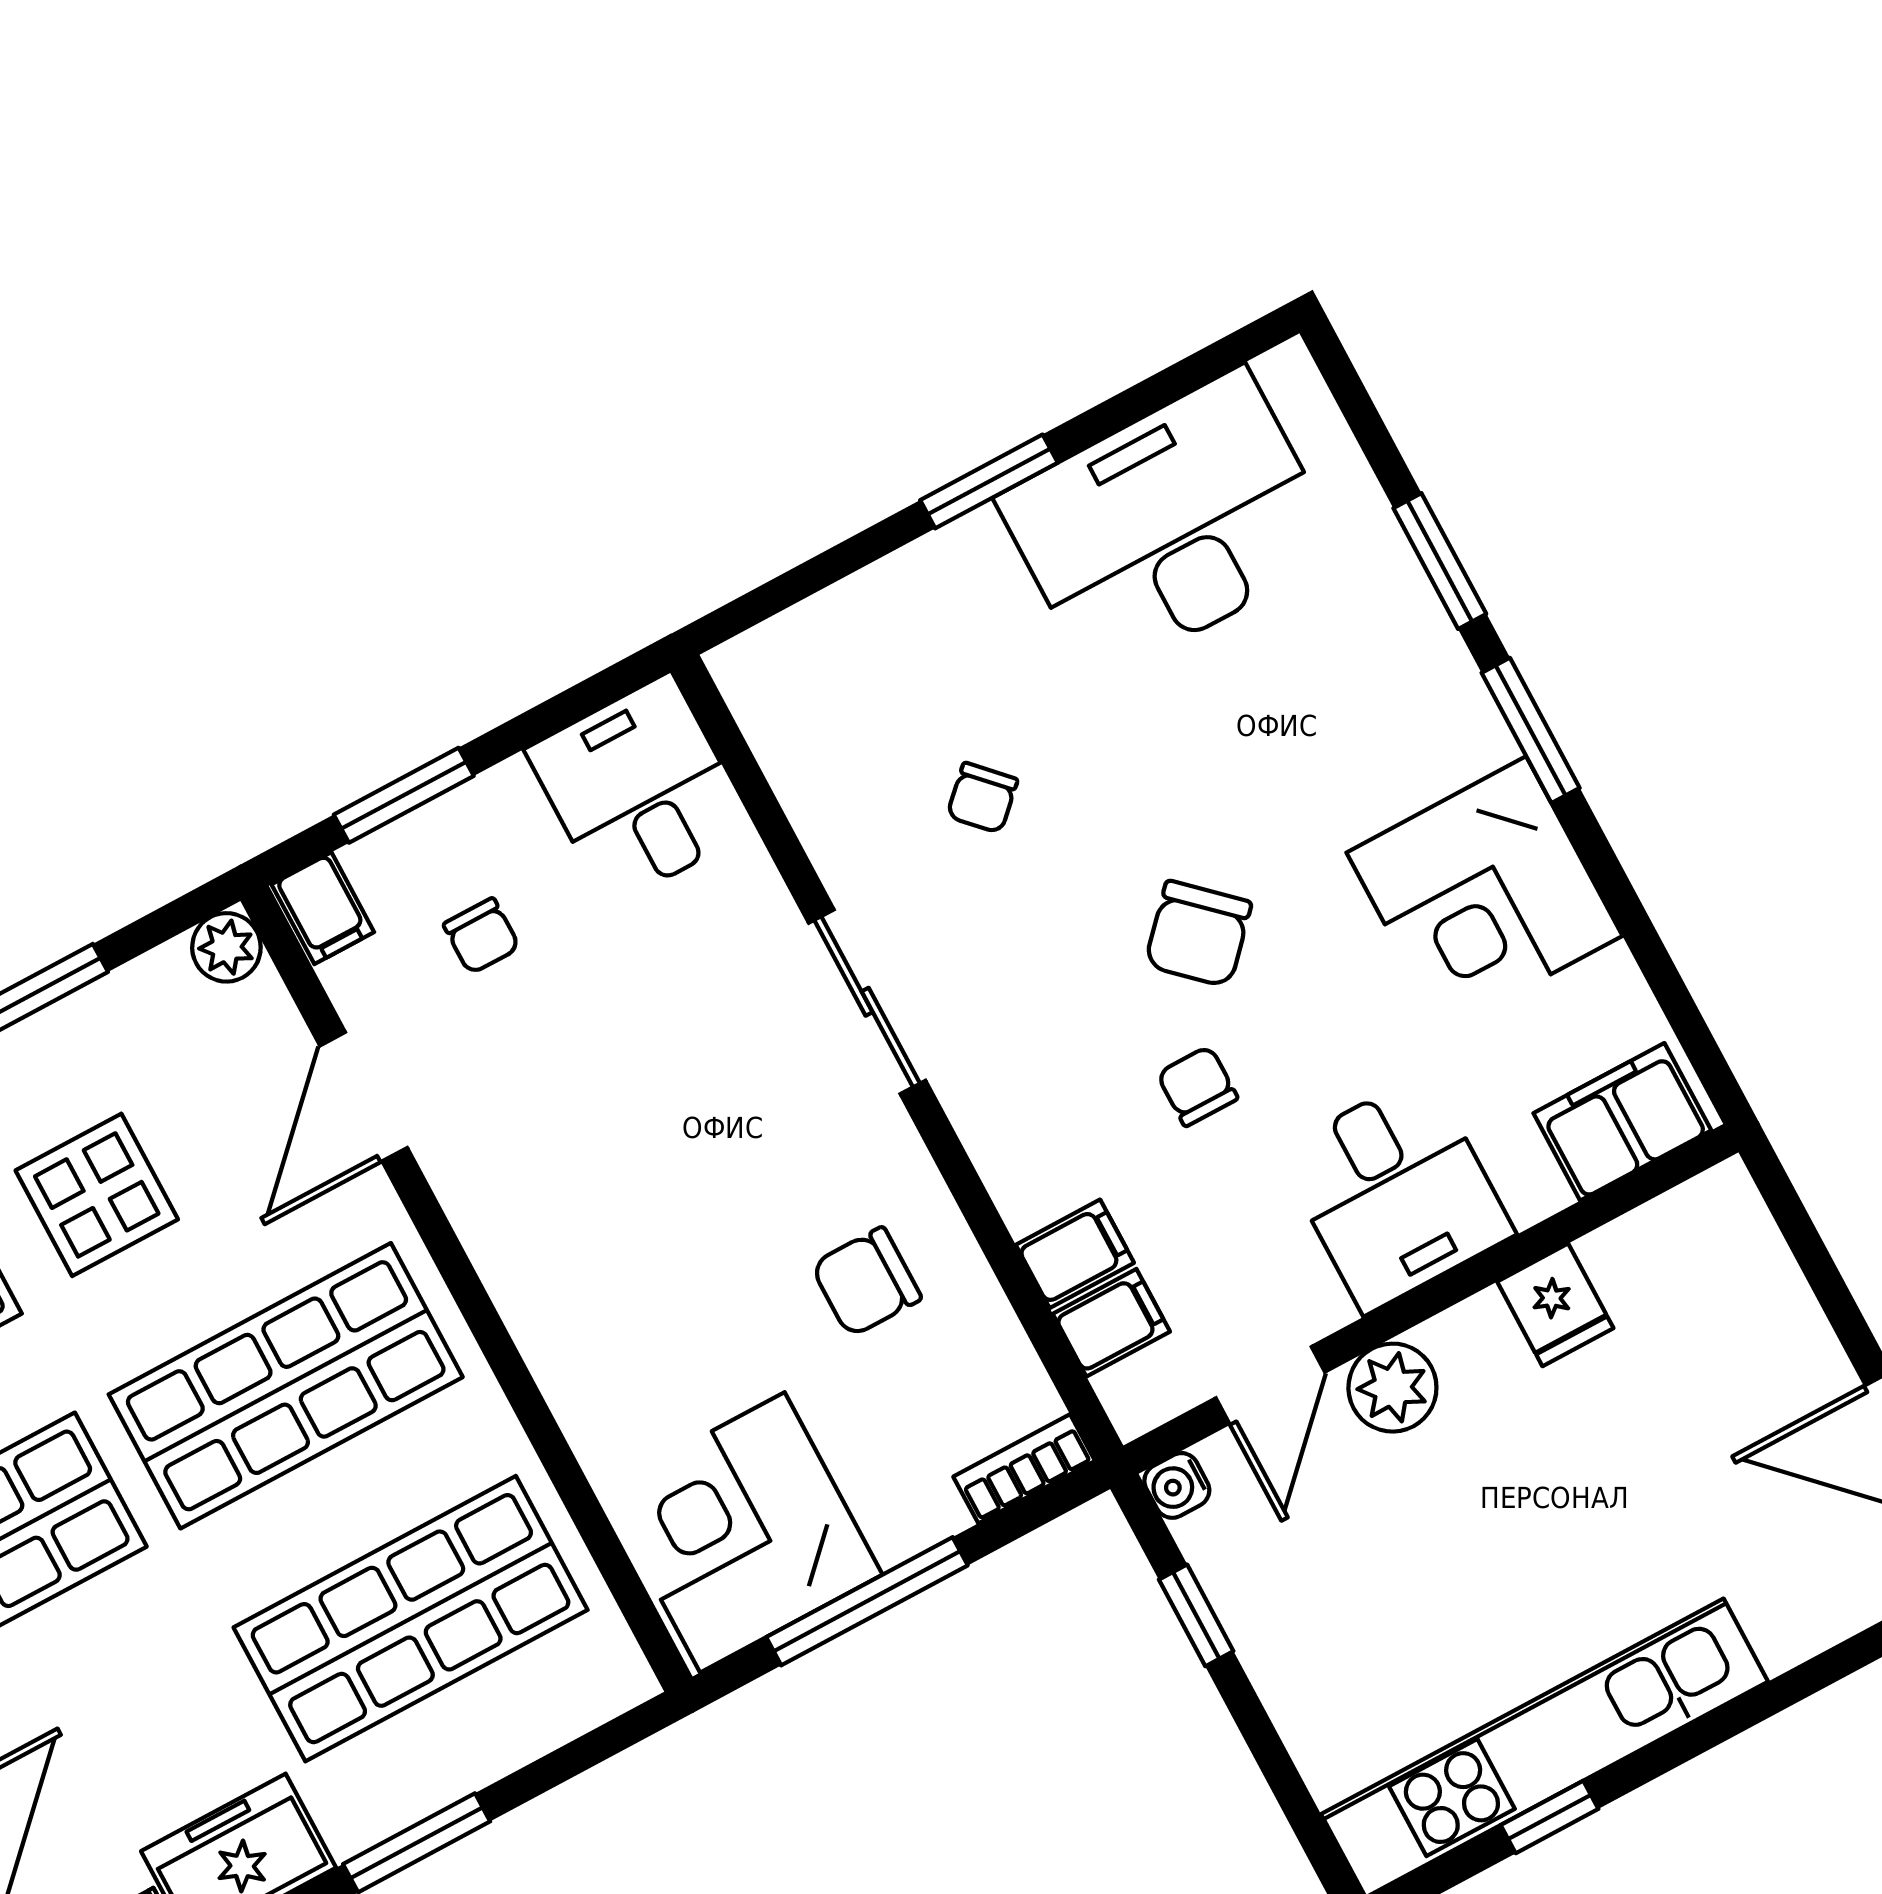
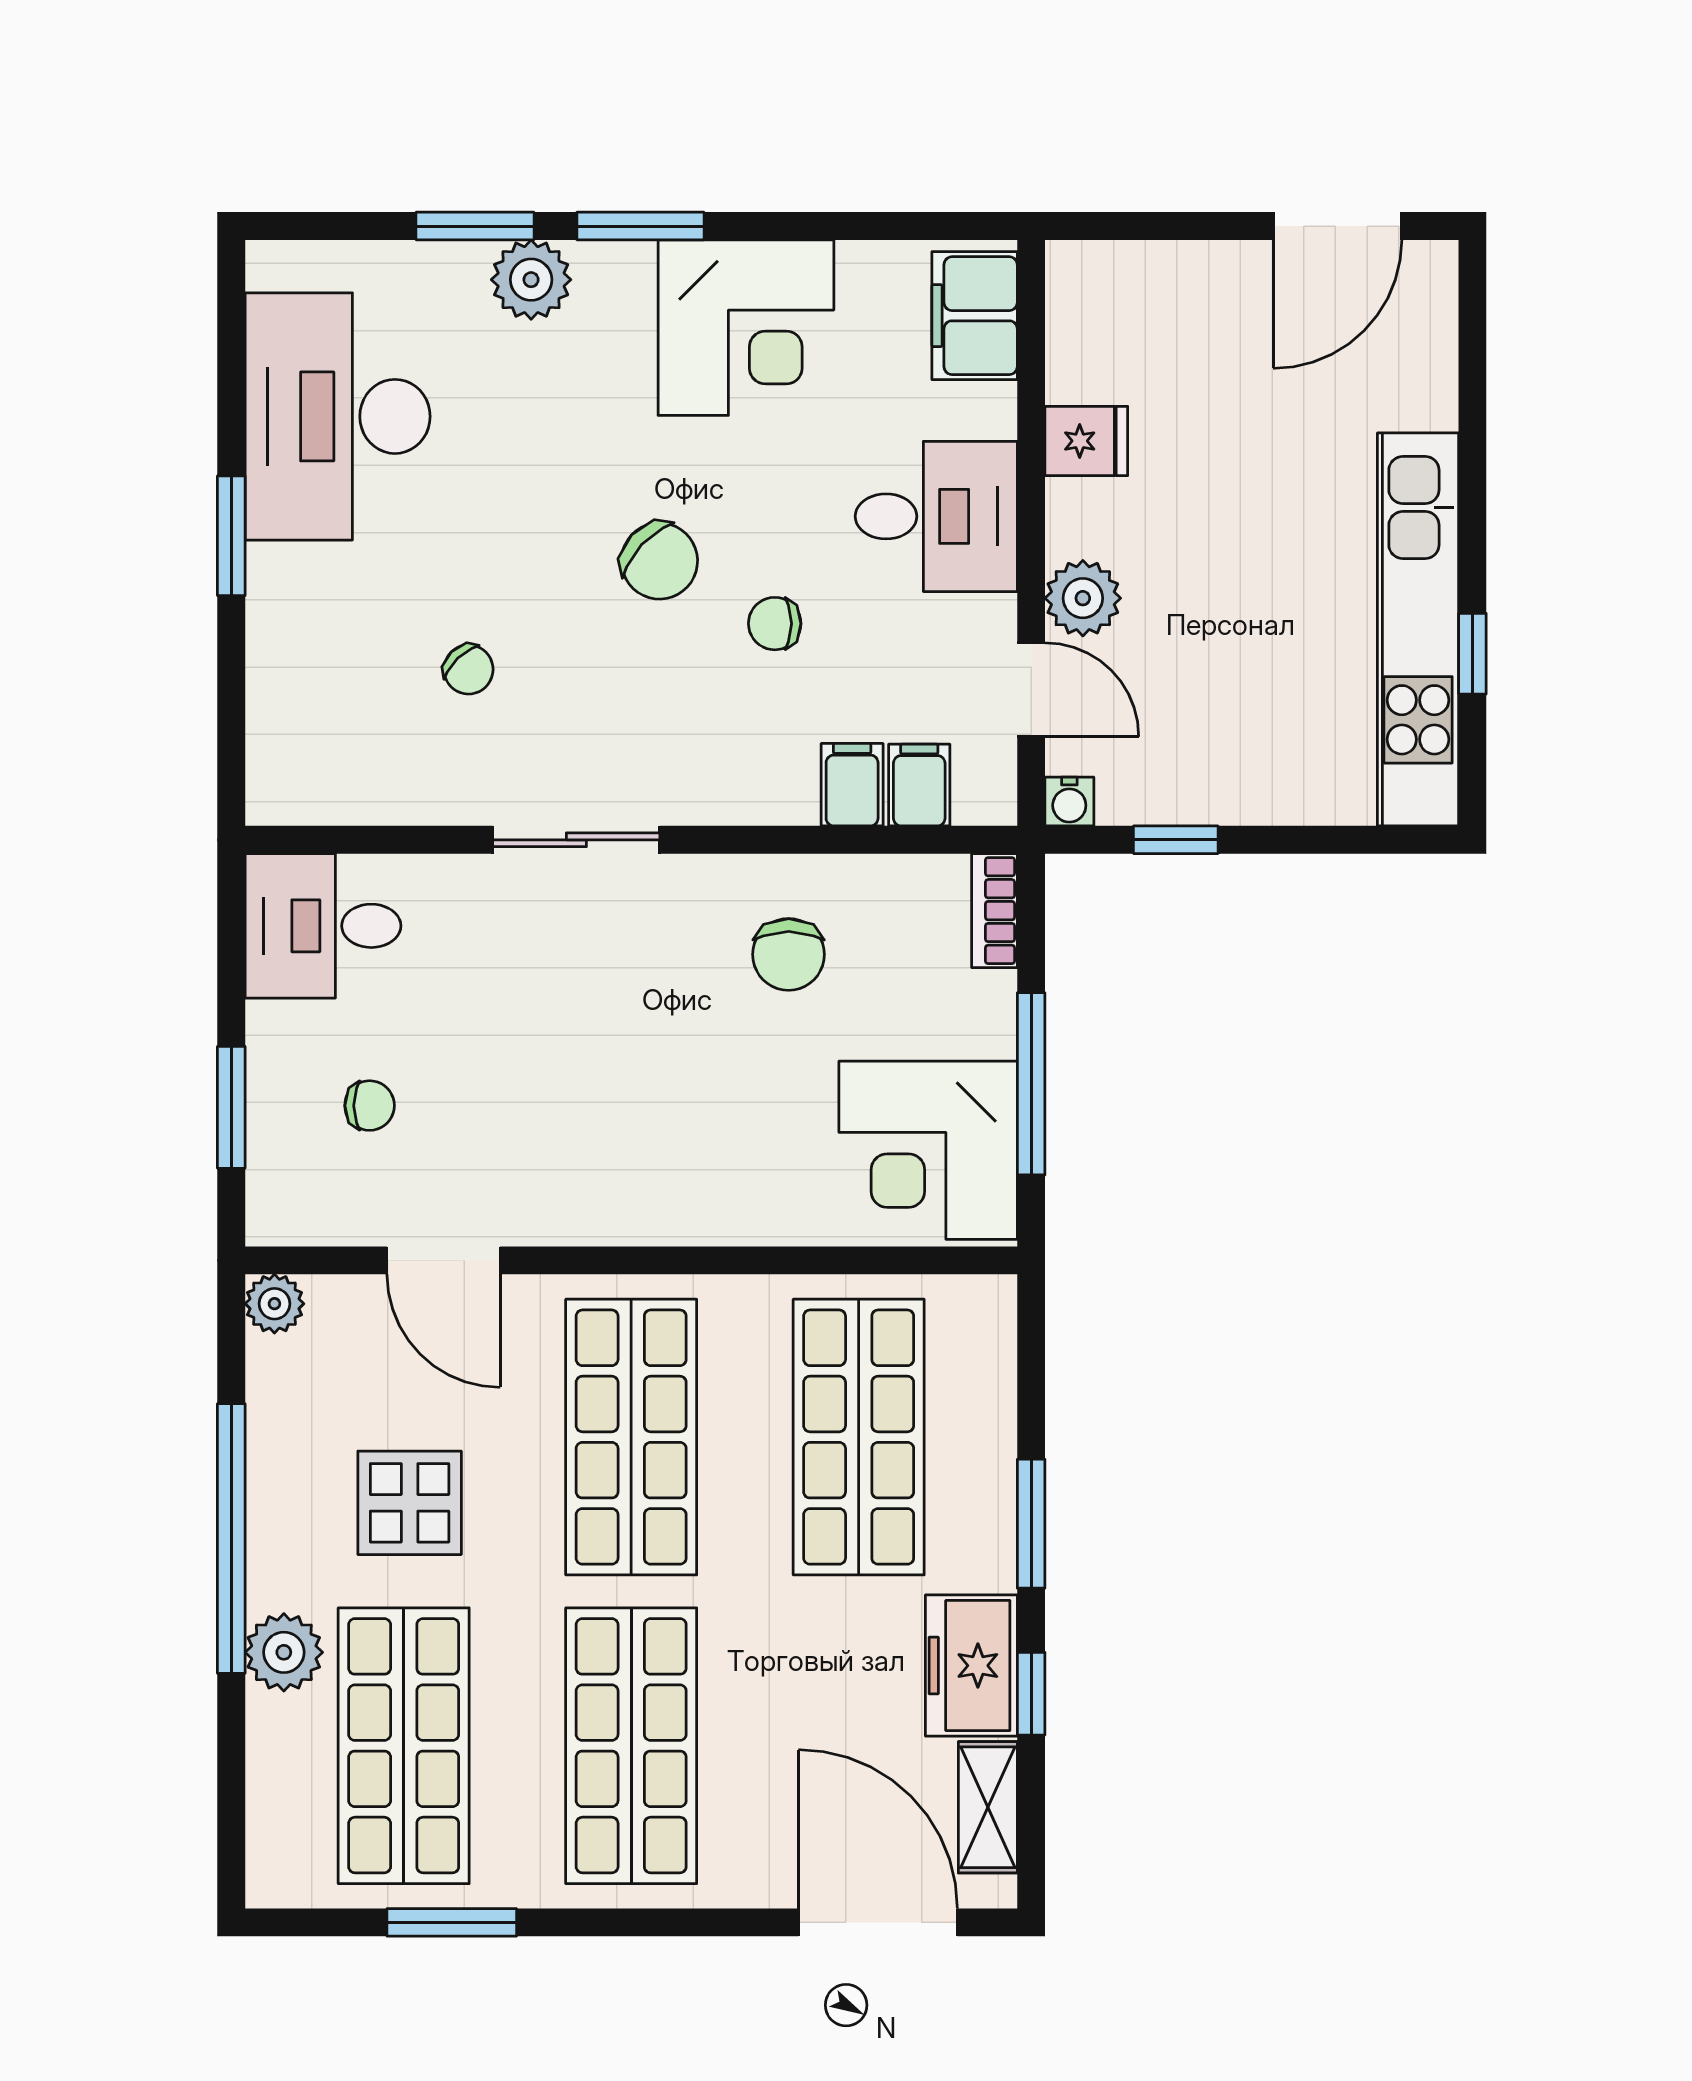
plant: (1416, 648) -> (531, 280), added
filing cabinet: (323, 908) -> (284, 1215), removed

